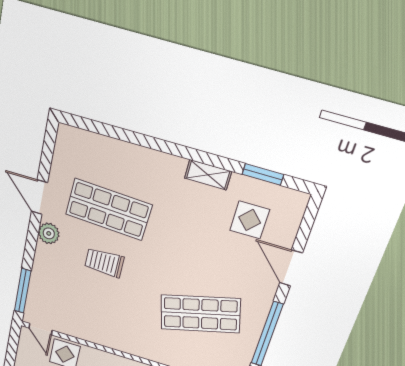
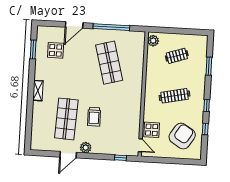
shelving: (208, 175) -> (38, 91), moved
window: (23, 291) -> (121, 158), width x0.46
door: (40, 329) -> (140, 145), hinge flipped

